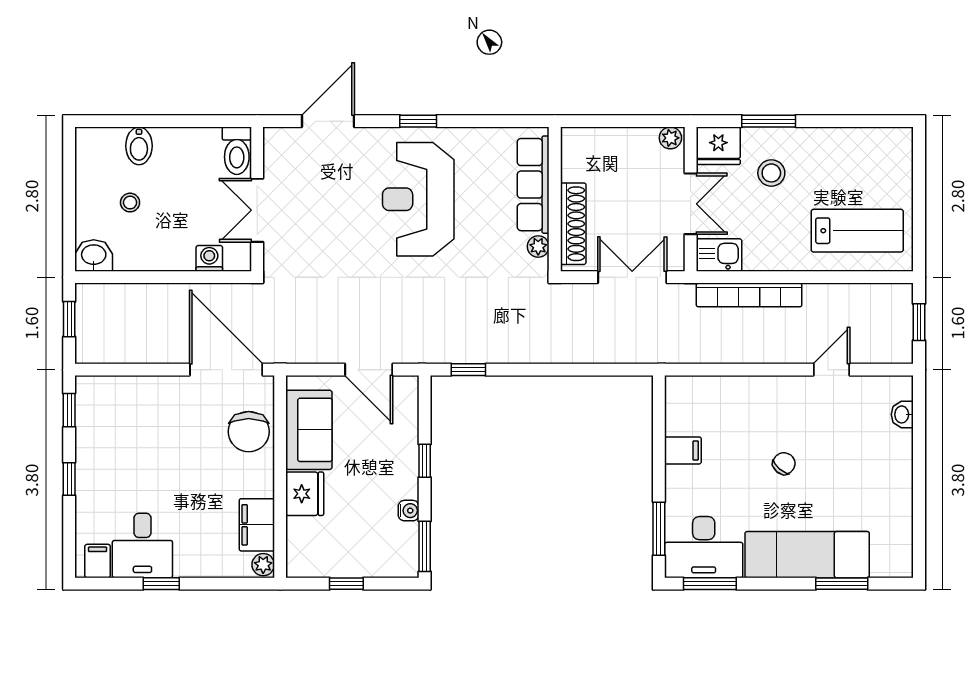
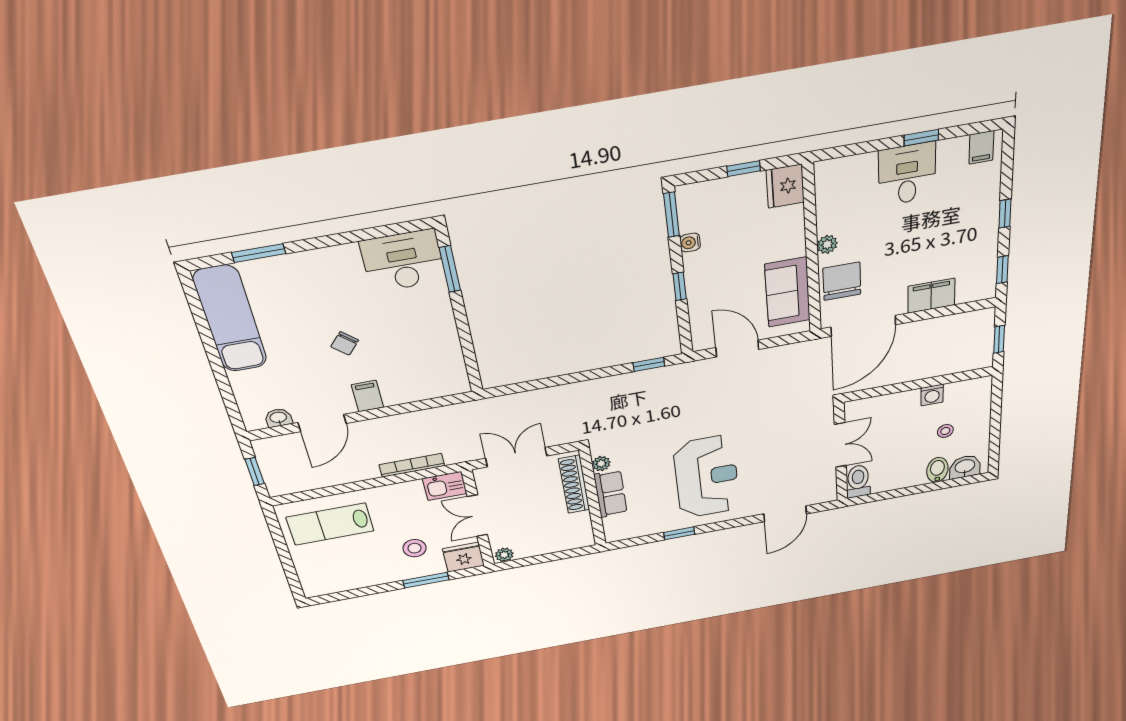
window: (418, 121) -> (679, 533), moved
row of seats: (533, 185) -> (610, 494), width x0.68
washbasin: (94, 256) -> (965, 467), moved, turned 180
washing machine: (209, 258) -> (932, 395), moved
double door: (632, 277) -> (516, 457), swing flipped
bookcase: (749, 295) -> (412, 465), width x0.68, depth x0.76
door: (226, 370) -> (863, 326), hinge flipped
door: (832, 370) -> (322, 423), width x1.37
washbasin: (902, 414) -> (278, 418), moved, turned -90
filing cabinet: (683, 450) -> (367, 396), moved, turned 90
fridge: (305, 494) -> (785, 186), moved
filing cabinet: (257, 525) -> (931, 296), moved, turned -90
desk: (142, 545) -> (907, 174), moved
exam couch: (807, 555) -> (230, 319), moved, turned -90
plant: (263, 565) -> (827, 244), moved
window: (710, 584) -> (389, 230), removed

